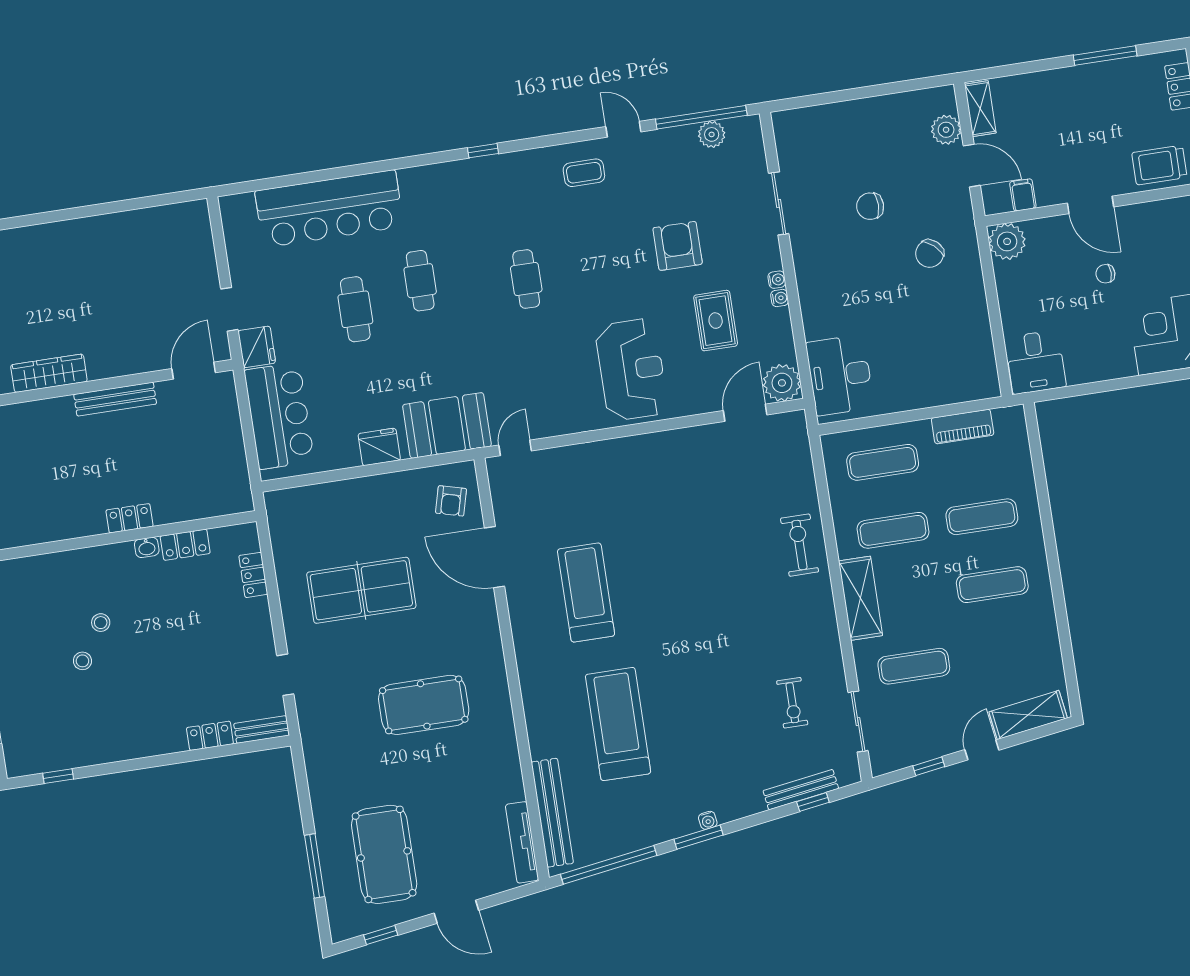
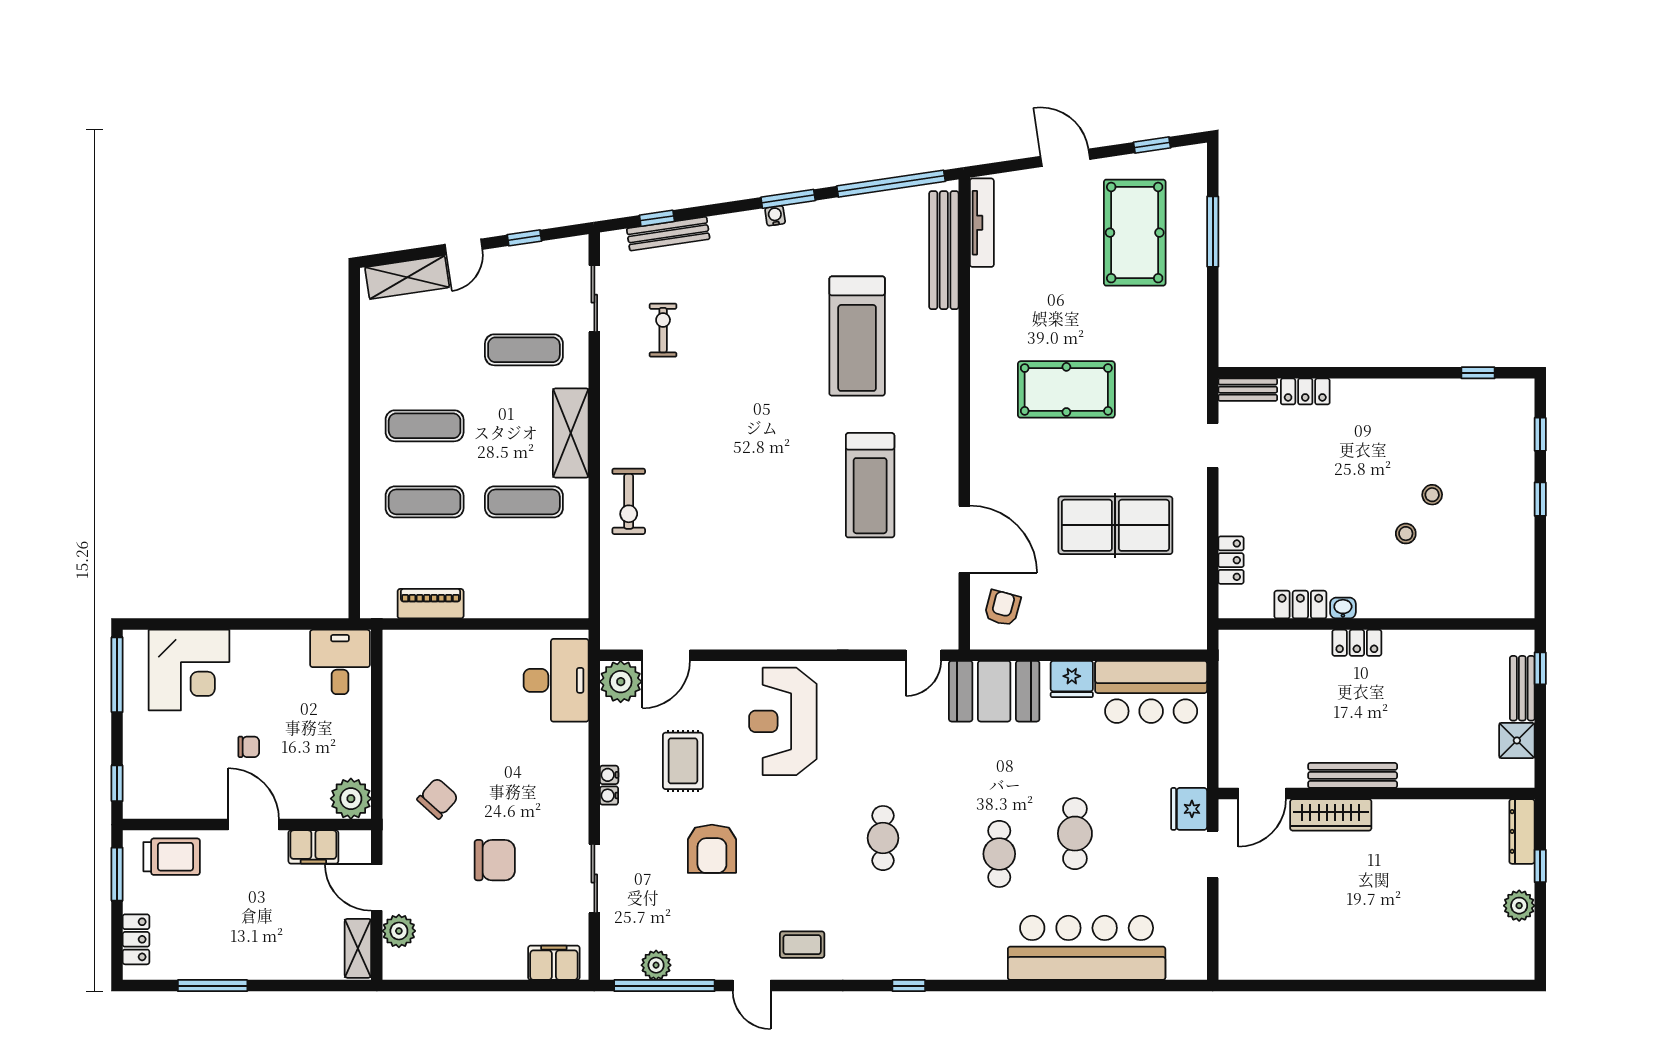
filing cabinet: (803, 123) -> (554, 963), added
filing cabinet: (1023, 195) -> (313, 847), width x2.00
chair: (870, 206) -> (495, 860), width x1.37, depth x1.37
wardrobe: (49, 373) -> (1331, 815), moved
bar counter: (279, 416) -> (1151, 692), moved, turned -90
exercise mat: (883, 462) -> (524, 578), removed

